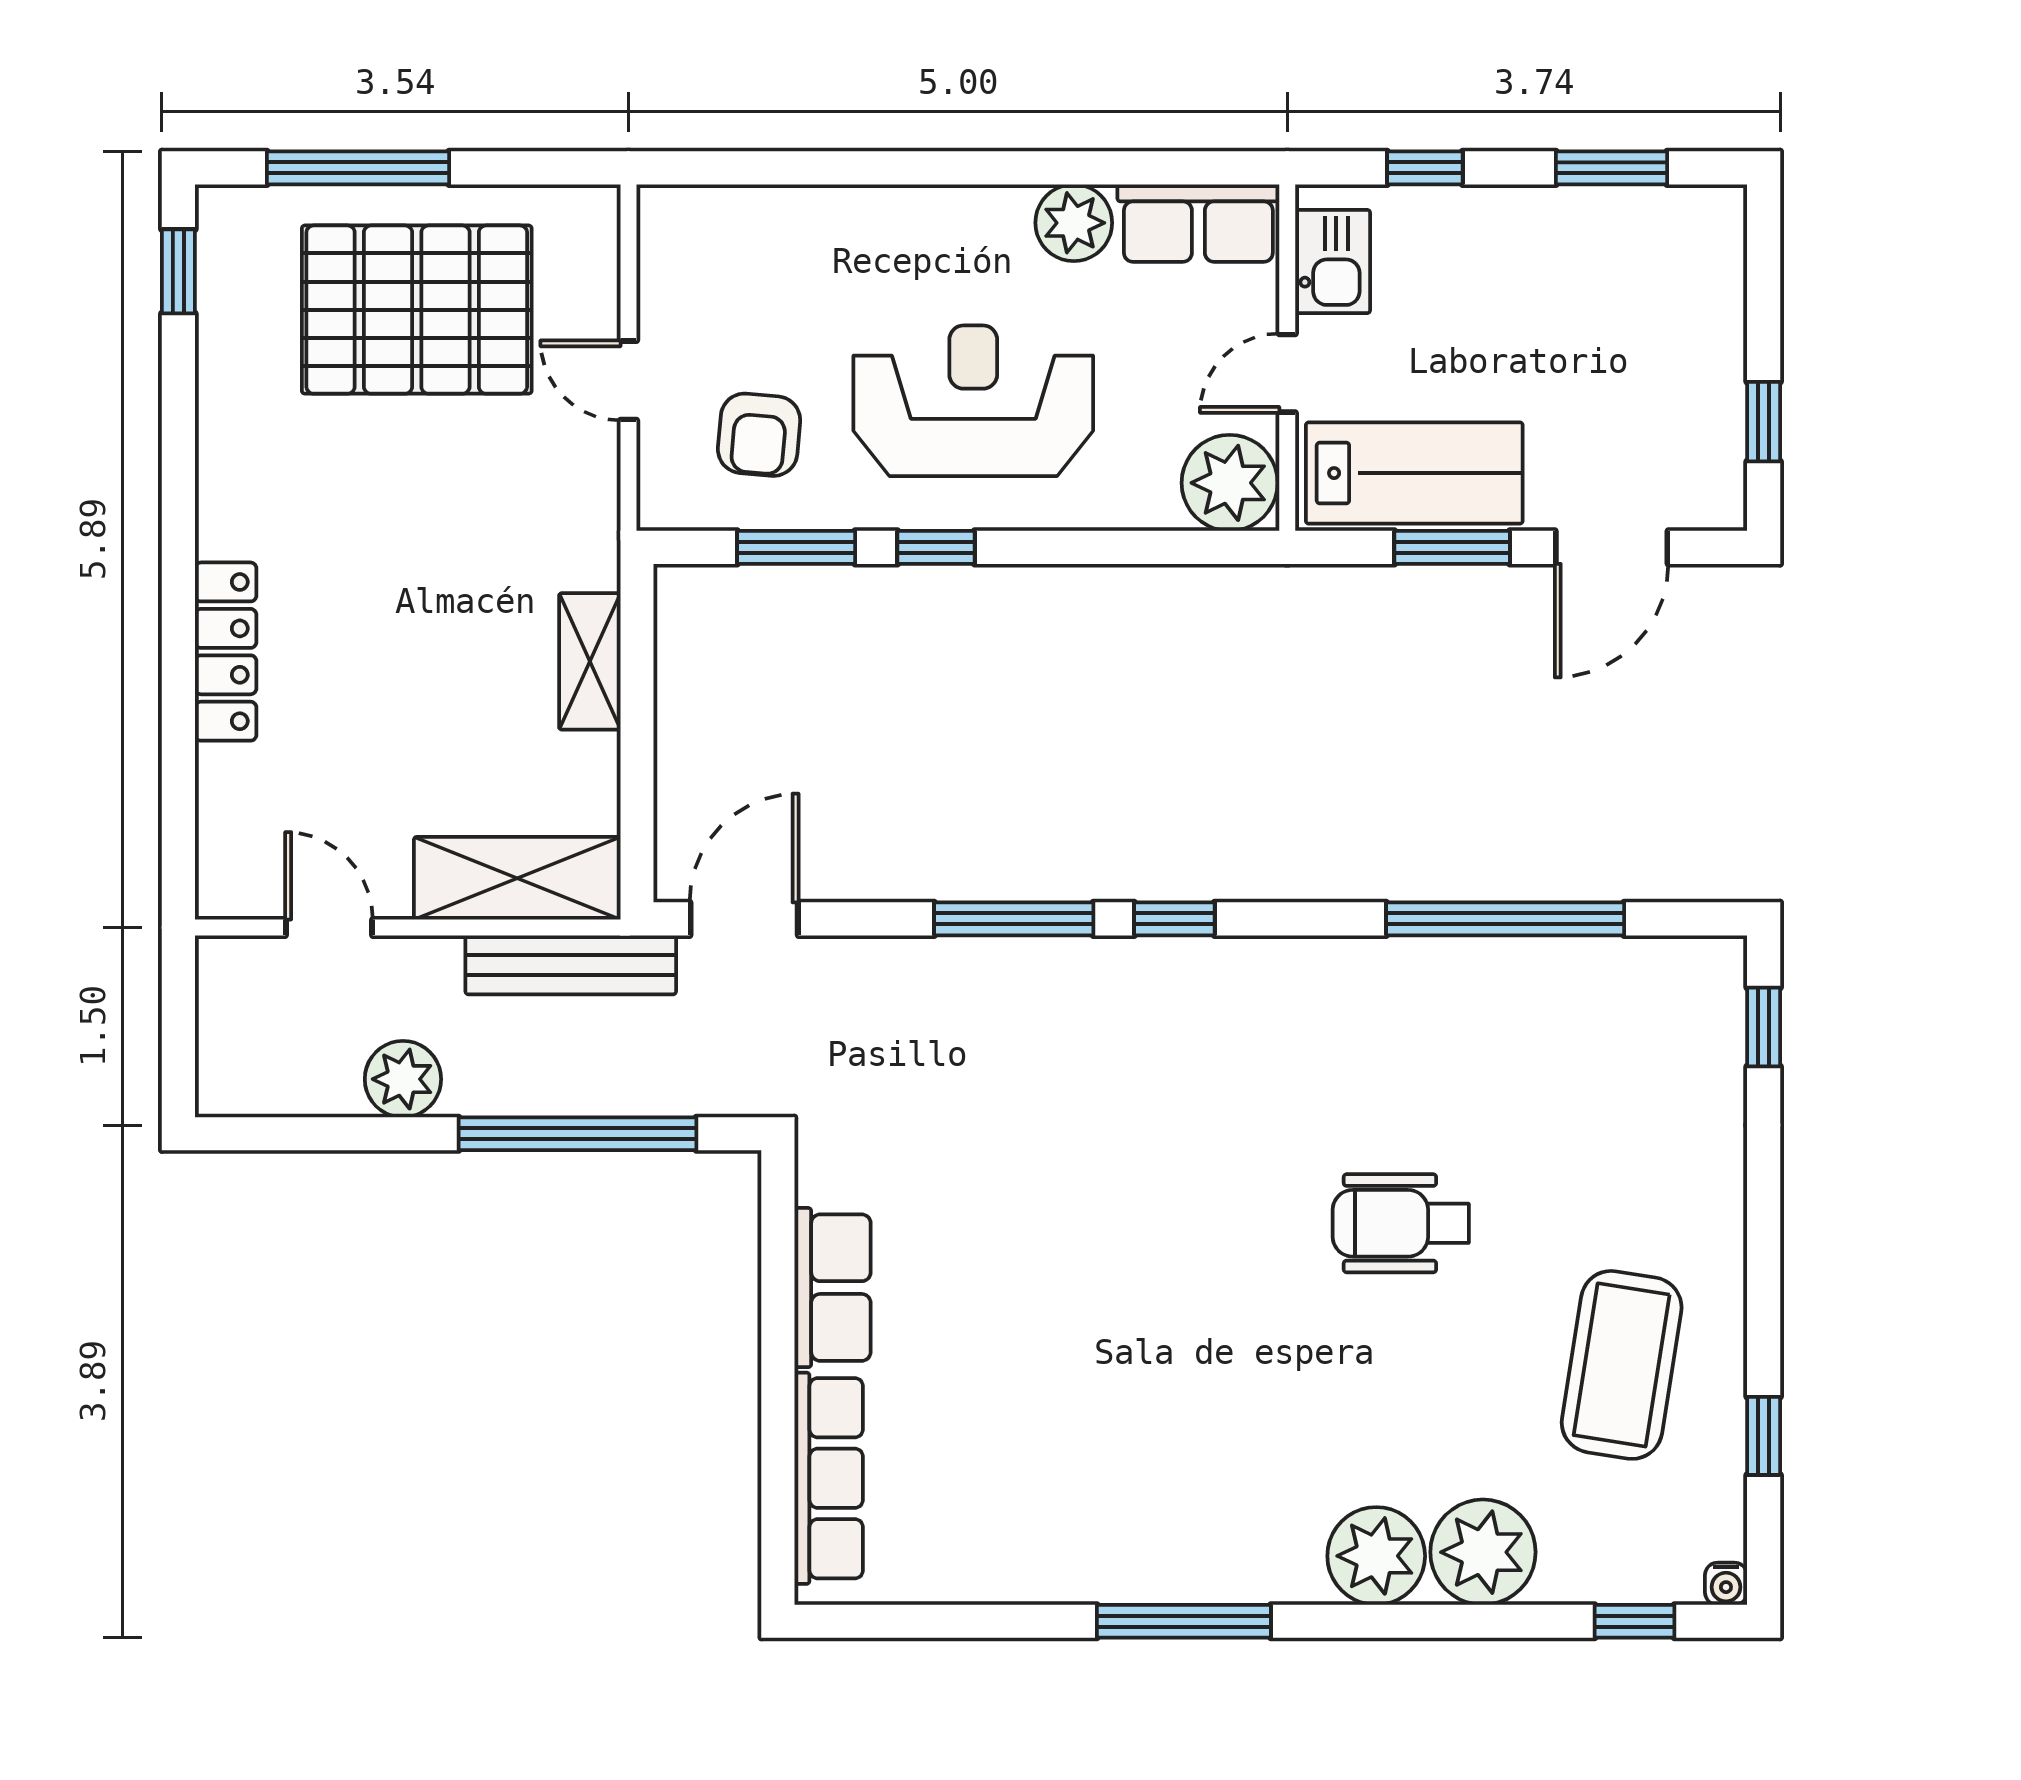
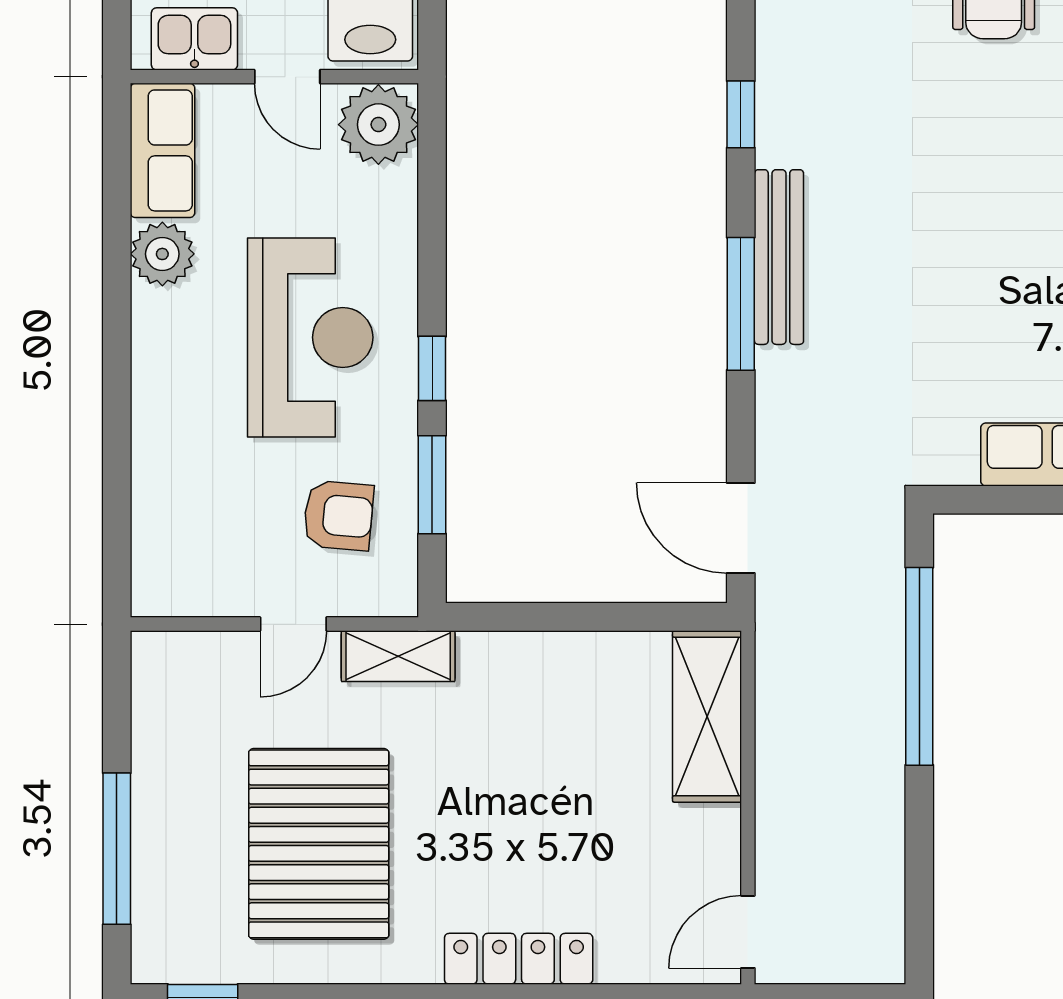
pallet: (417, 310) -> (319, 844), moved
reception desk: (973, 401) -> (310, 337), turned 180
shelving: (590, 661) -> (398, 656), moved
window: (1174, 919) -> (741, 114), moved
door: (329, 928) -> (748, 932), moved
bench: (571, 965) -> (779, 257), moved
plant: (403, 1079) -> (874, 811), removed

